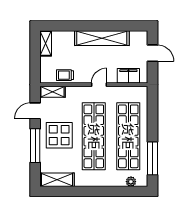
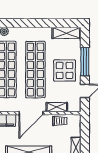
door: (99, 85) -> (31, 113), width x1.88
shelving: (53, 92) -> (57, 107), moved

